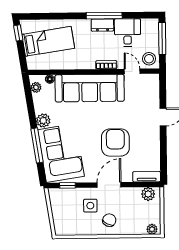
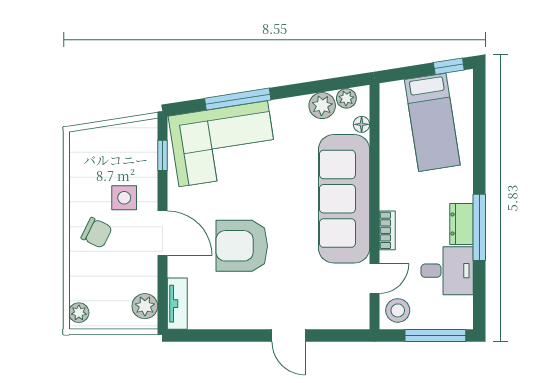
plant: (43, 120) -> (322, 106), moved
armchair: (115, 142) -> (242, 246), turned 180

